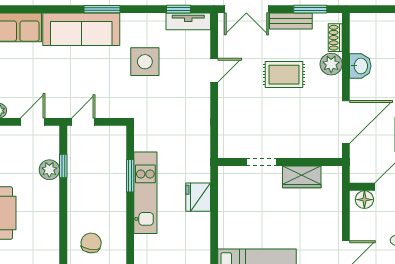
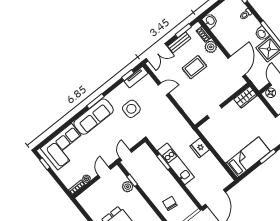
washbasin: (360, 66) -> (210, 21), moved
door: (214, 70) -> (164, 89), hinge flipped
wardrobe: (302, 177) -> (245, 97), moved

